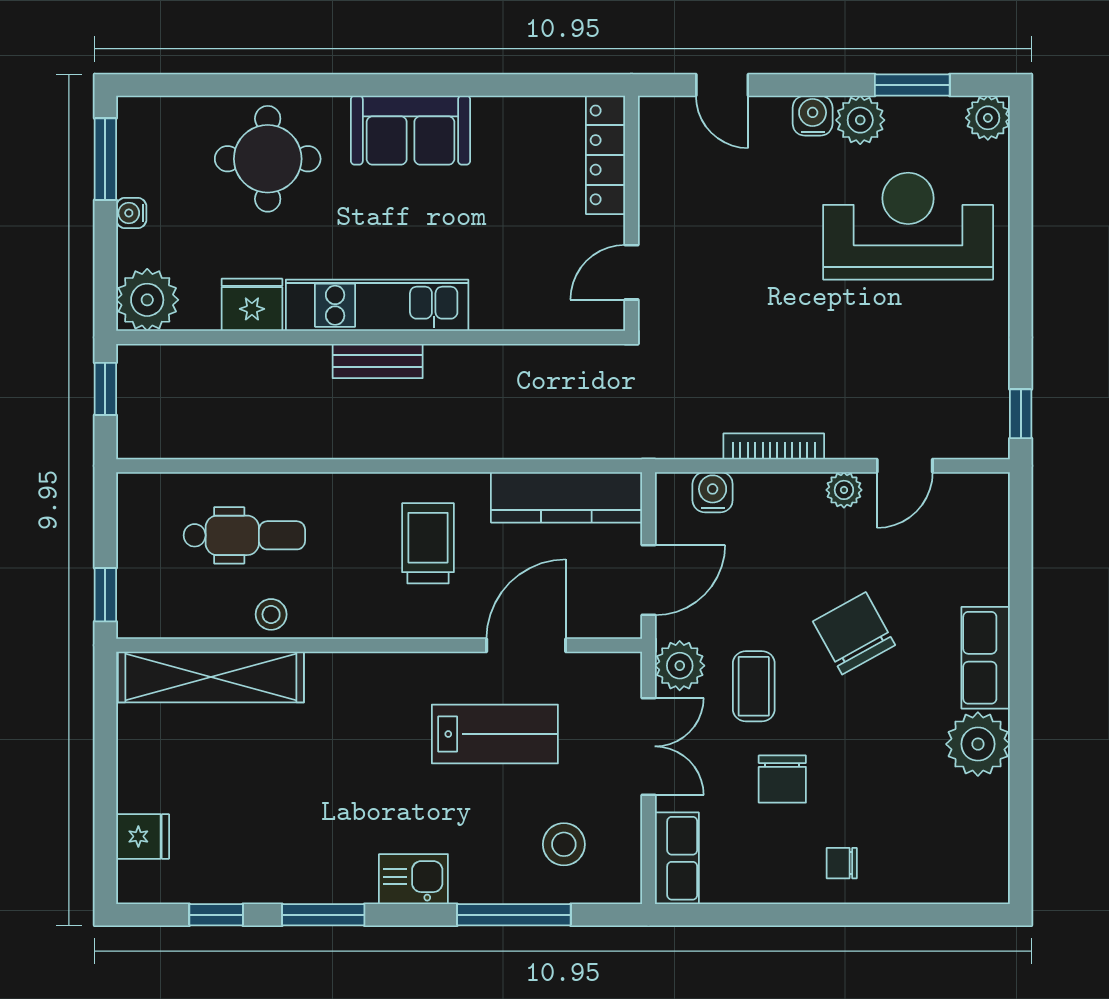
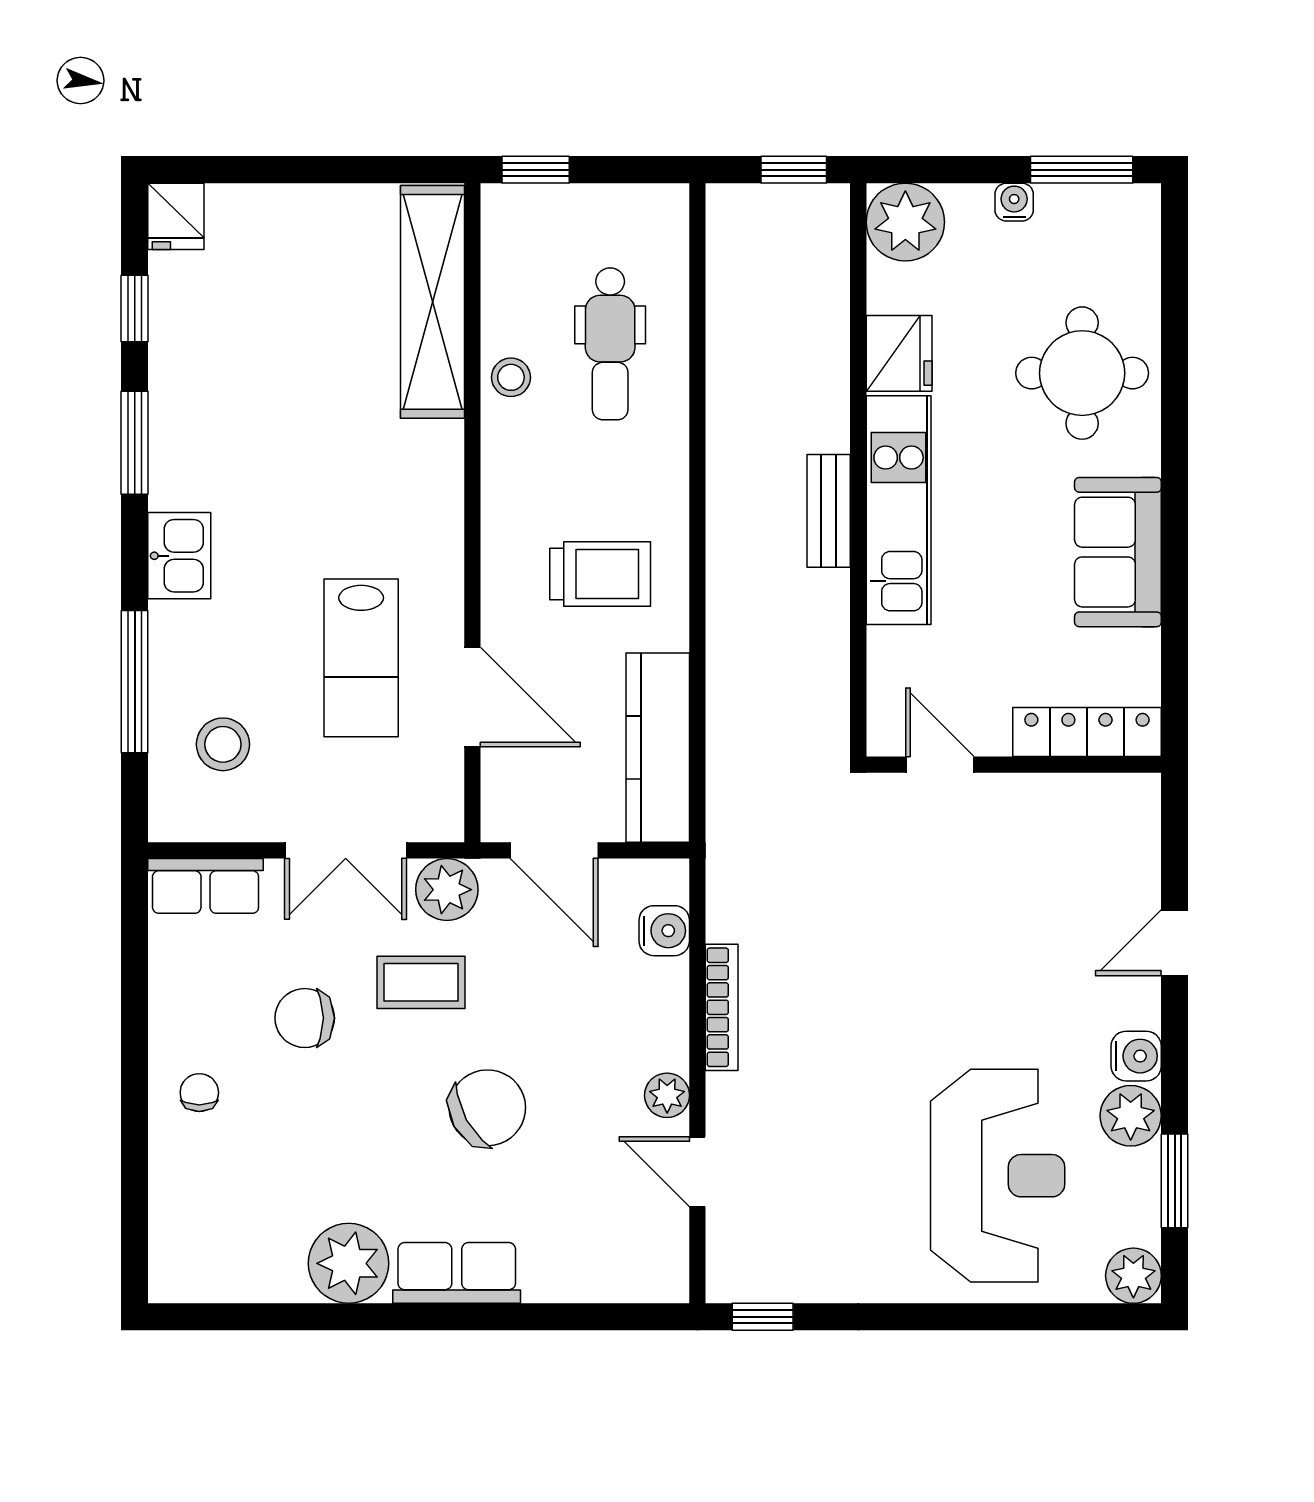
locker: (605, 155) -> (1087, 732), moved
wall: (631, 213) -> (1014, 765), moved
door: (631, 272) -> (940, 765), moved
fridge: (143, 836) -> (176, 216), moved

